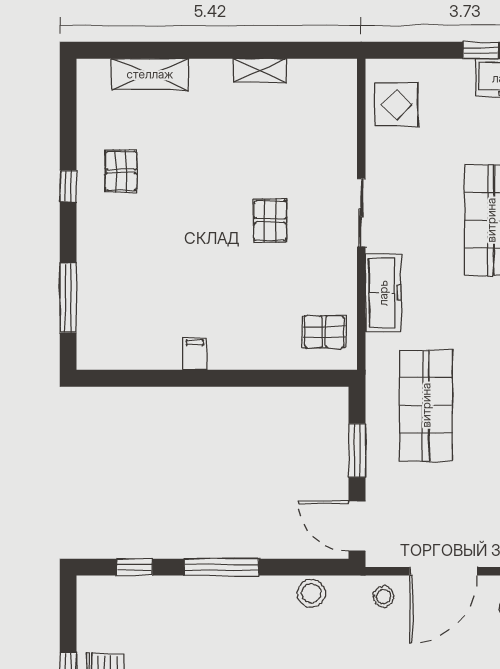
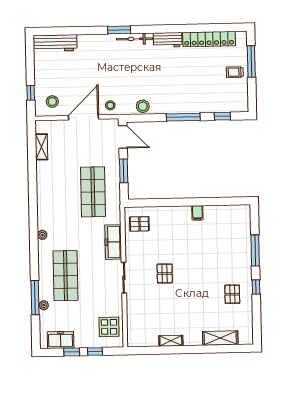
window: (429, 50) -> (95, 351), added
window: (68, 298) -> (255, 250), moved

